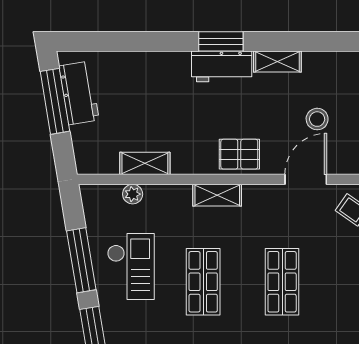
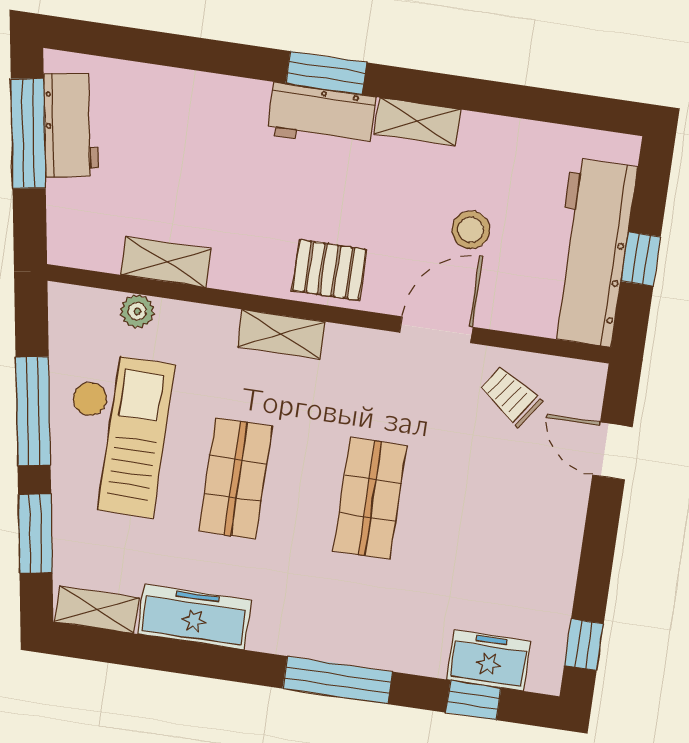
checkout: (131, 267) -> (116, 434), width x1.36, depth x1.21

